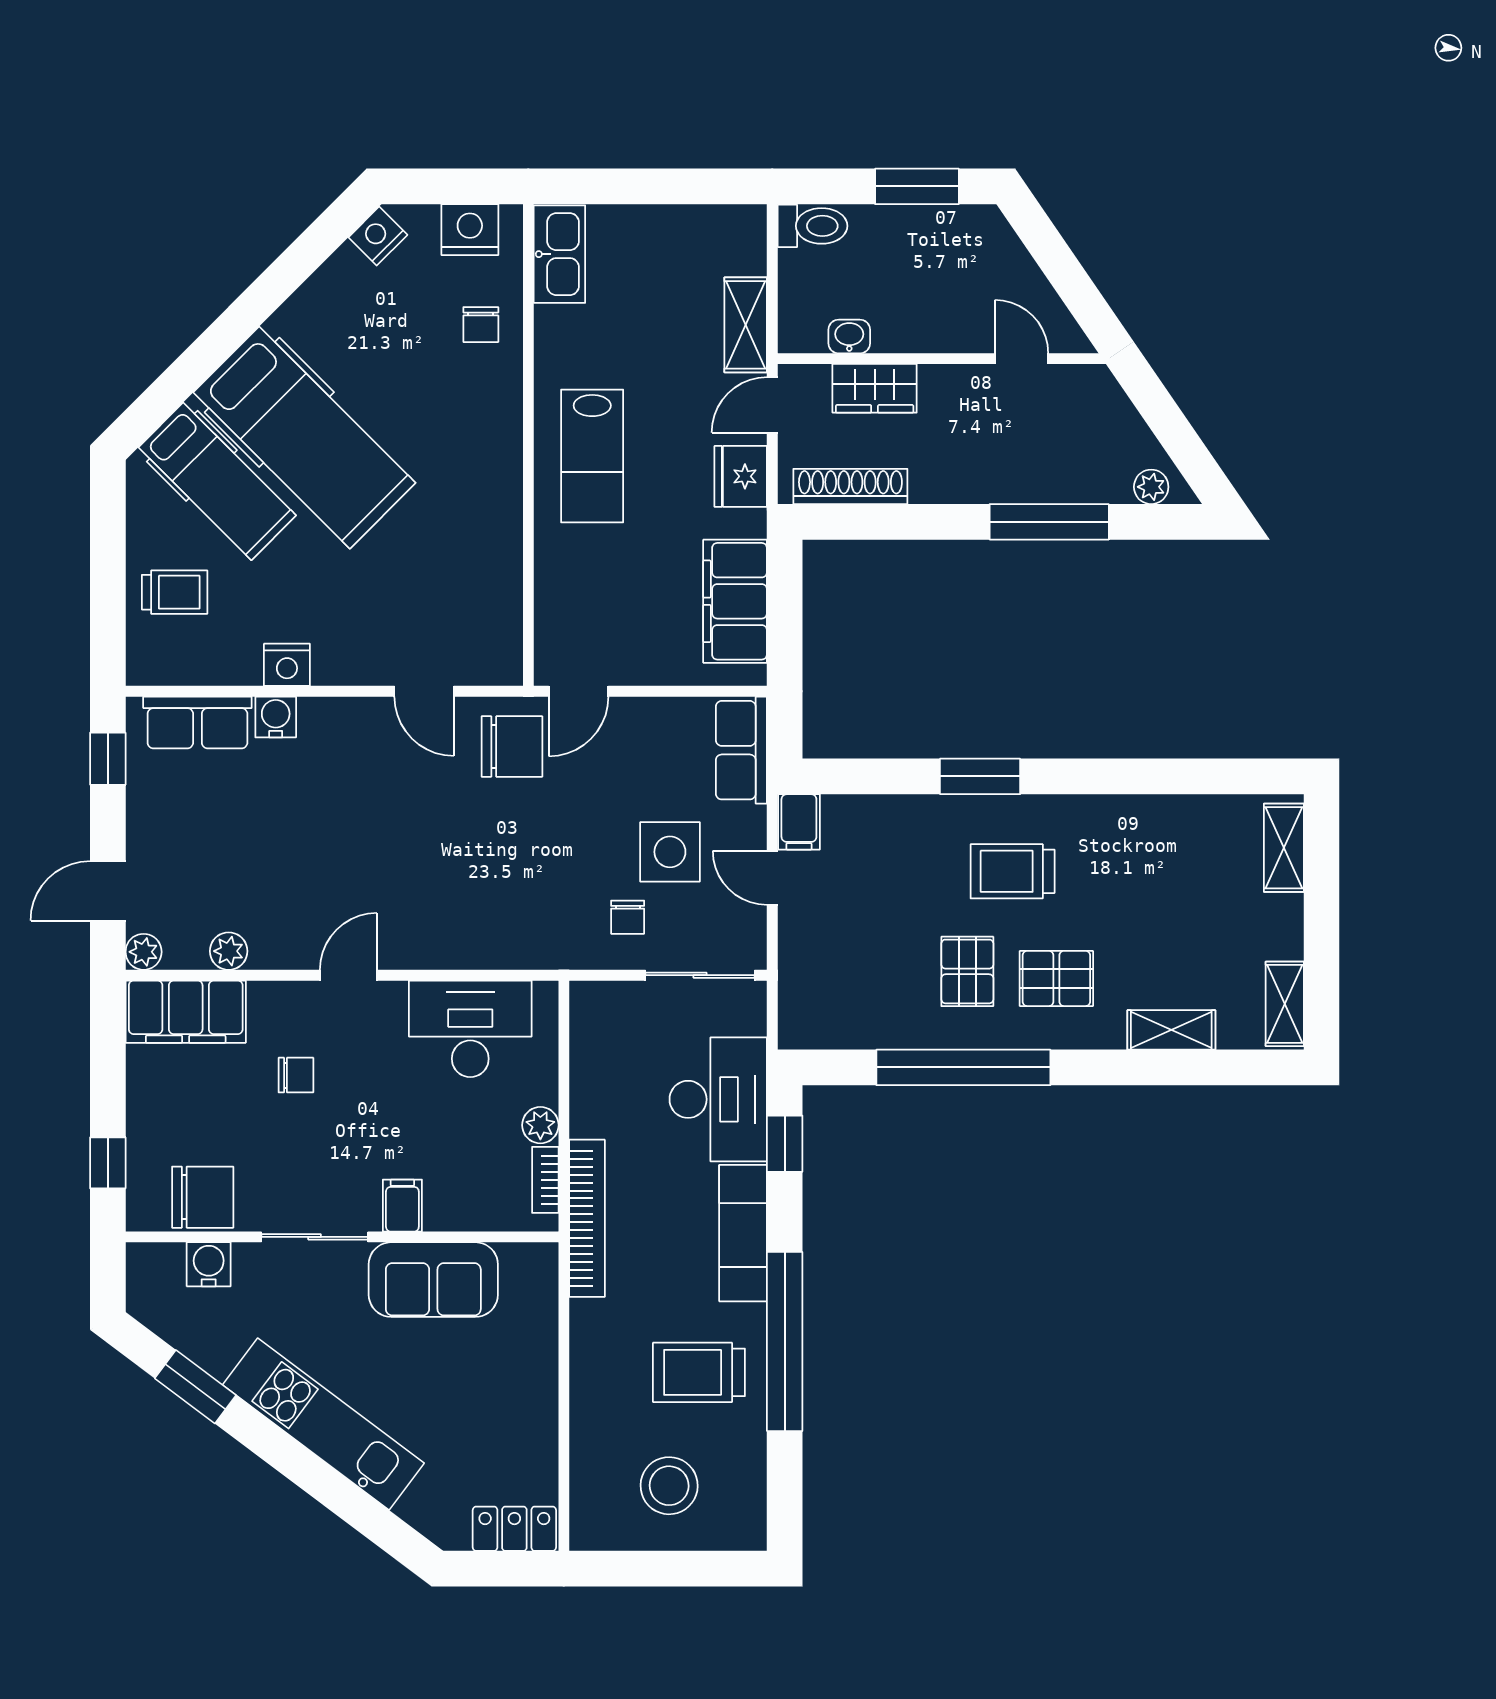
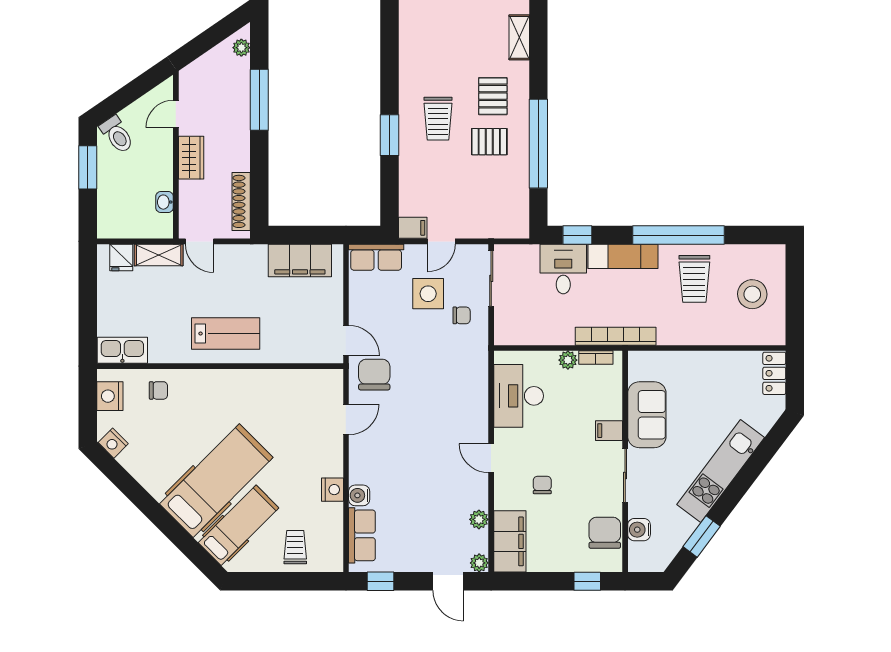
toilet: (813, 226) -> (117, 135), moved, turned 146
wardrobe: (875, 388) -> (191, 158), moved
fridge: (741, 476) -> (121, 258), moved, width x0.72
desk: (718, 1099) -> (563, 269), width x0.73

